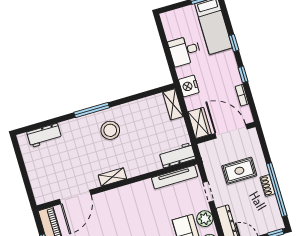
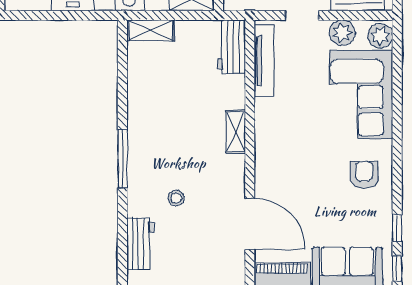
stool: (110, 130) -> (176, 198), moved, width x0.53, depth x0.53
shelving: (112, 177) -> (236, 132), moved

